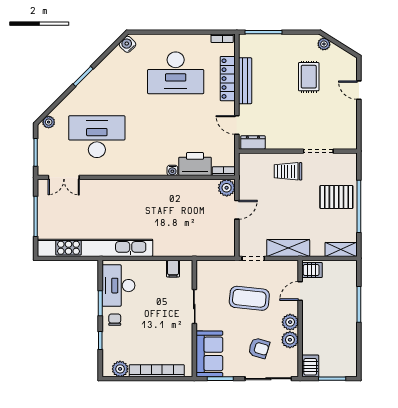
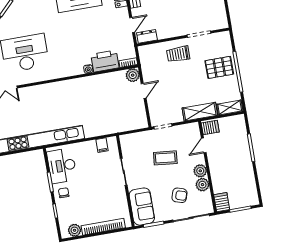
door: (237, 125) -> (132, 25), swing flipped
shelving: (288, 248) -> (200, 112), moved
coffee table: (249, 298) -> (165, 158), width x0.73, depth x0.76

